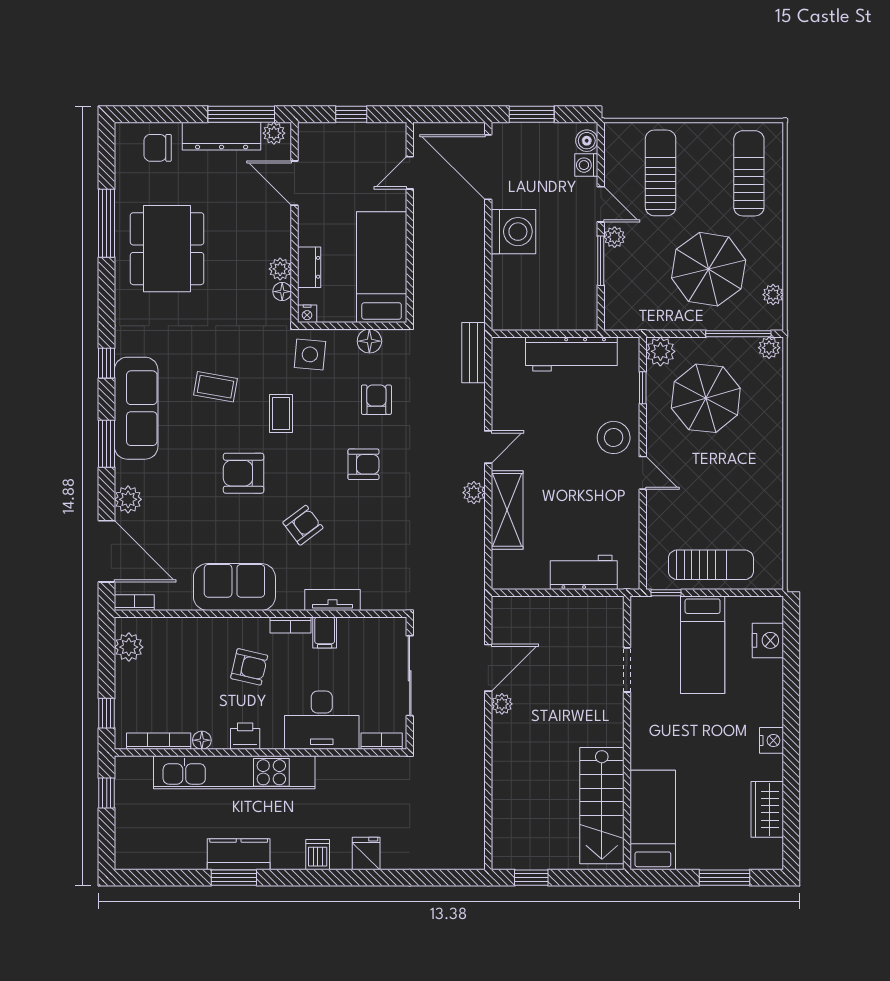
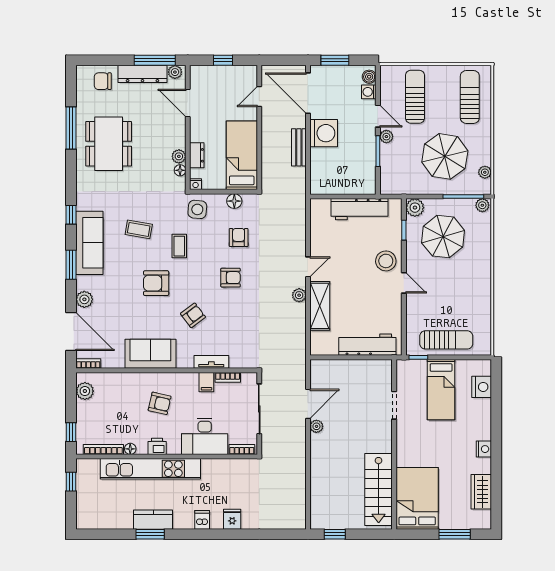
bench: (474, 353) -> (299, 147), moved
workbench: (584, 572) -> (367, 345), width x1.38
bookcase: (290, 625) -> (228, 377), moved
bed: (653, 820) -> (417, 498), width x1.50

